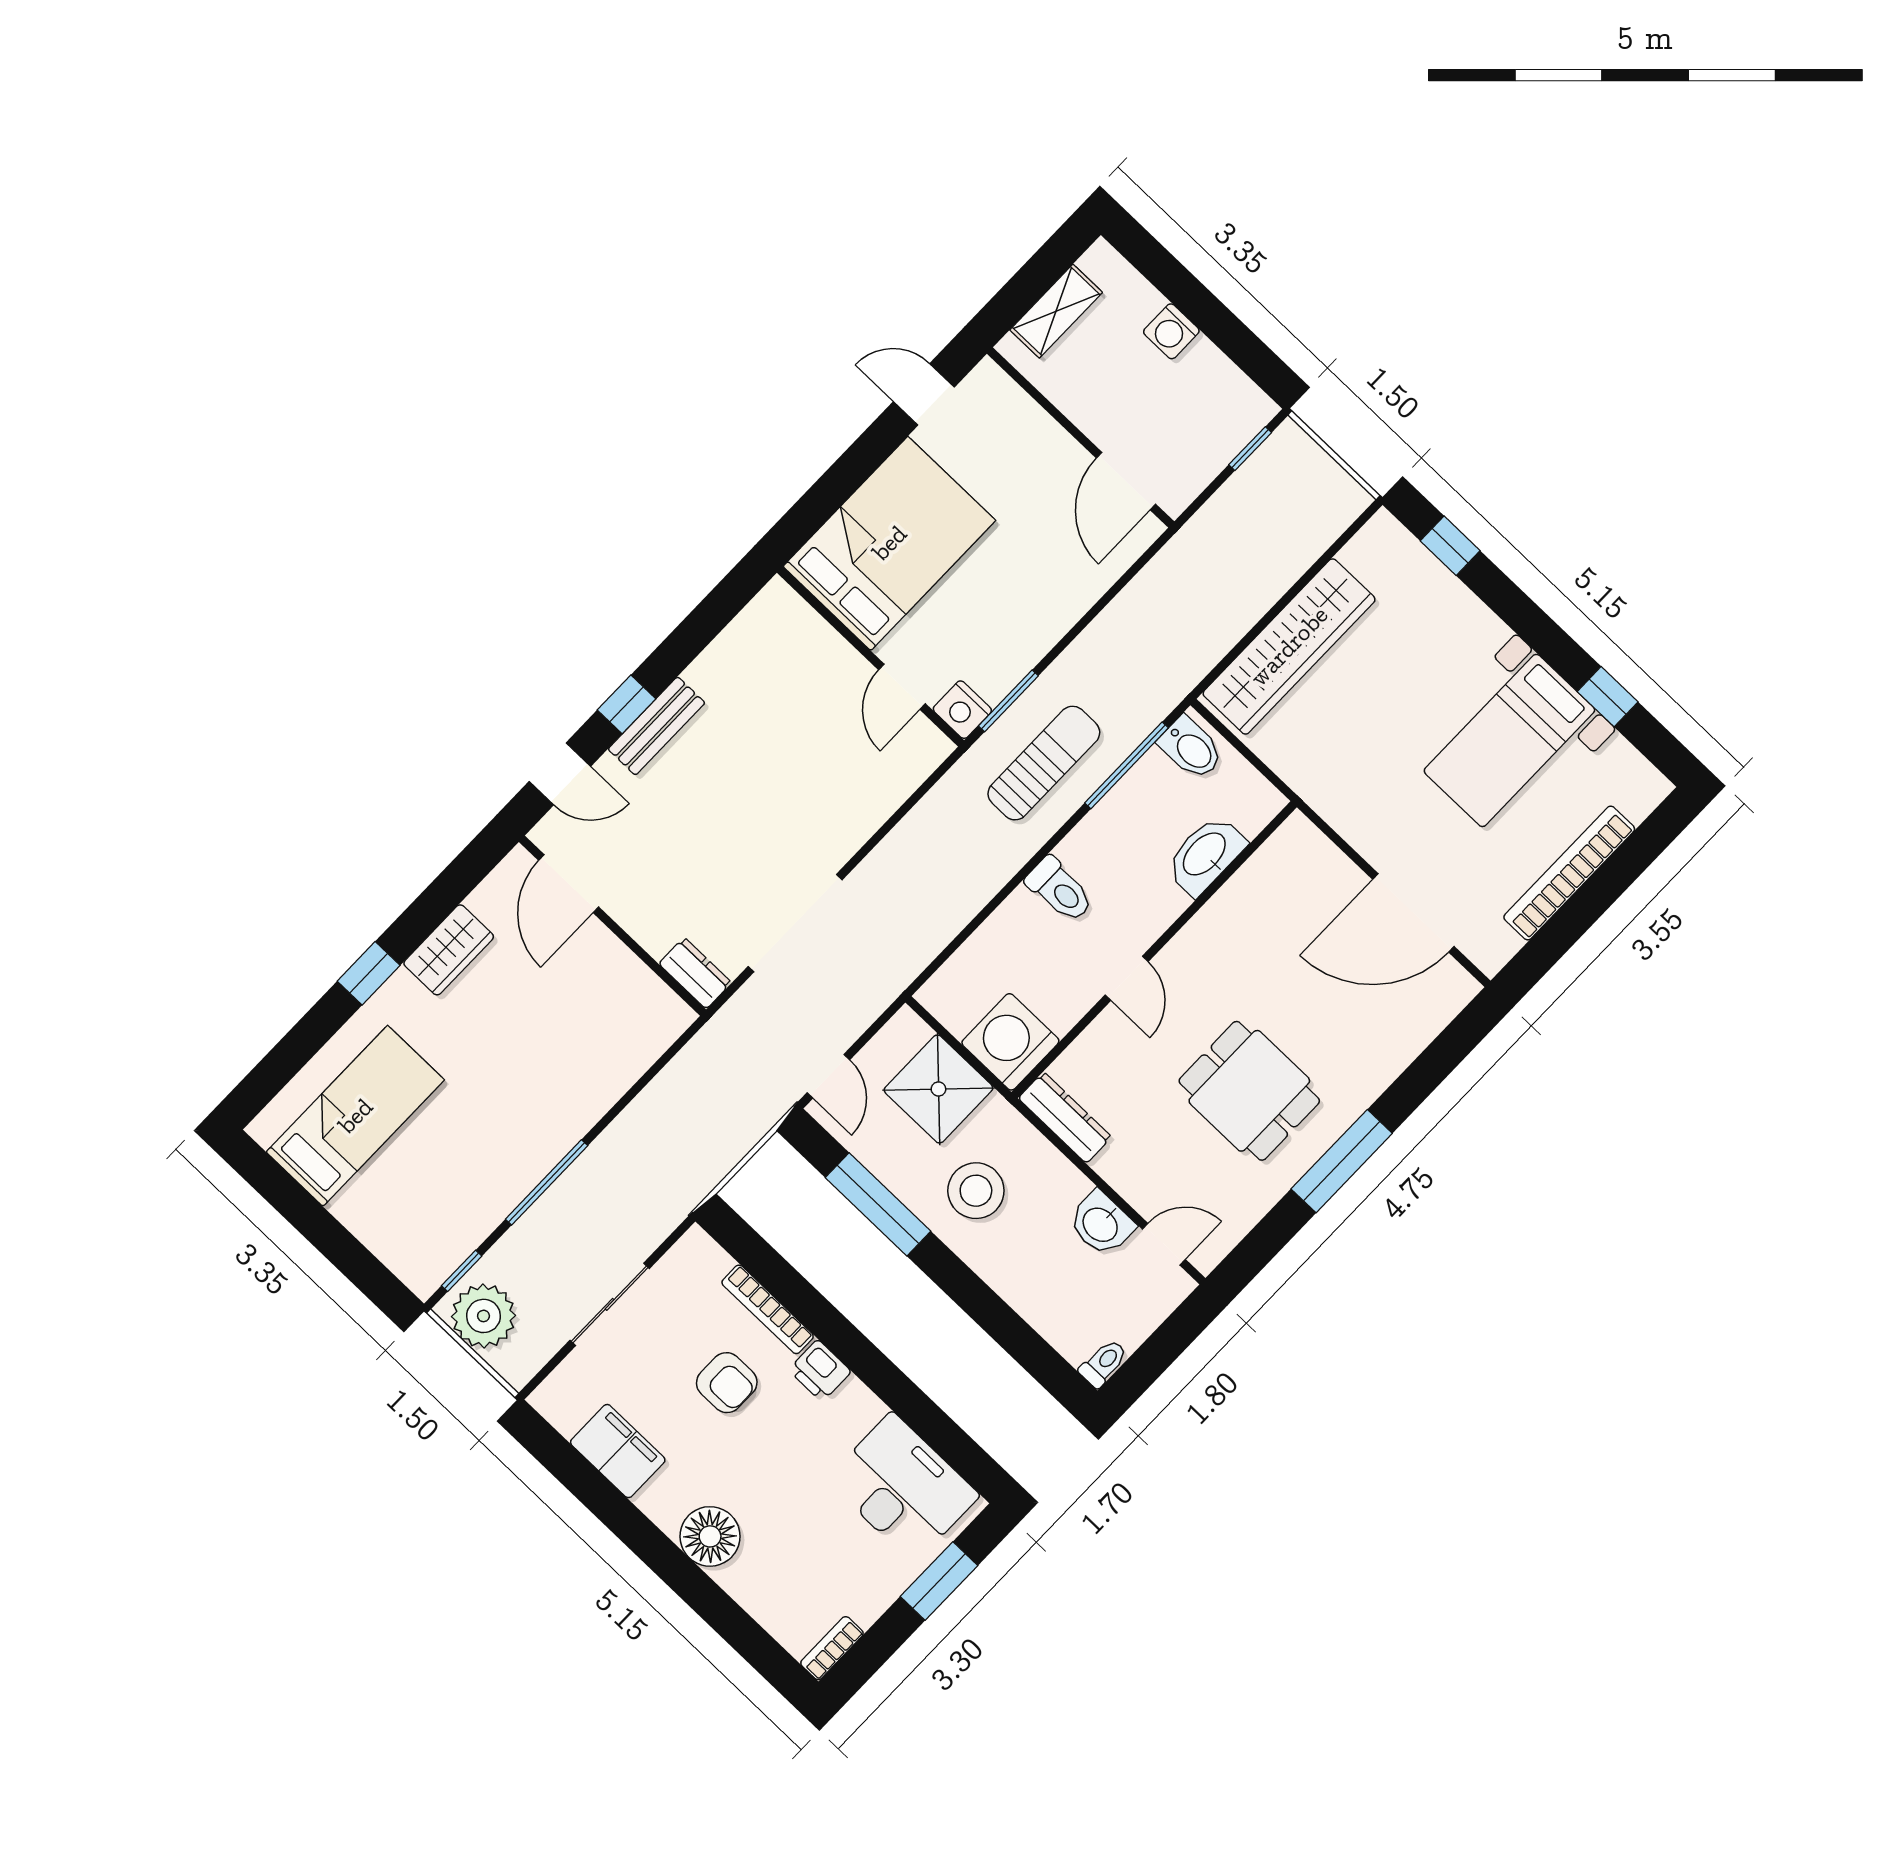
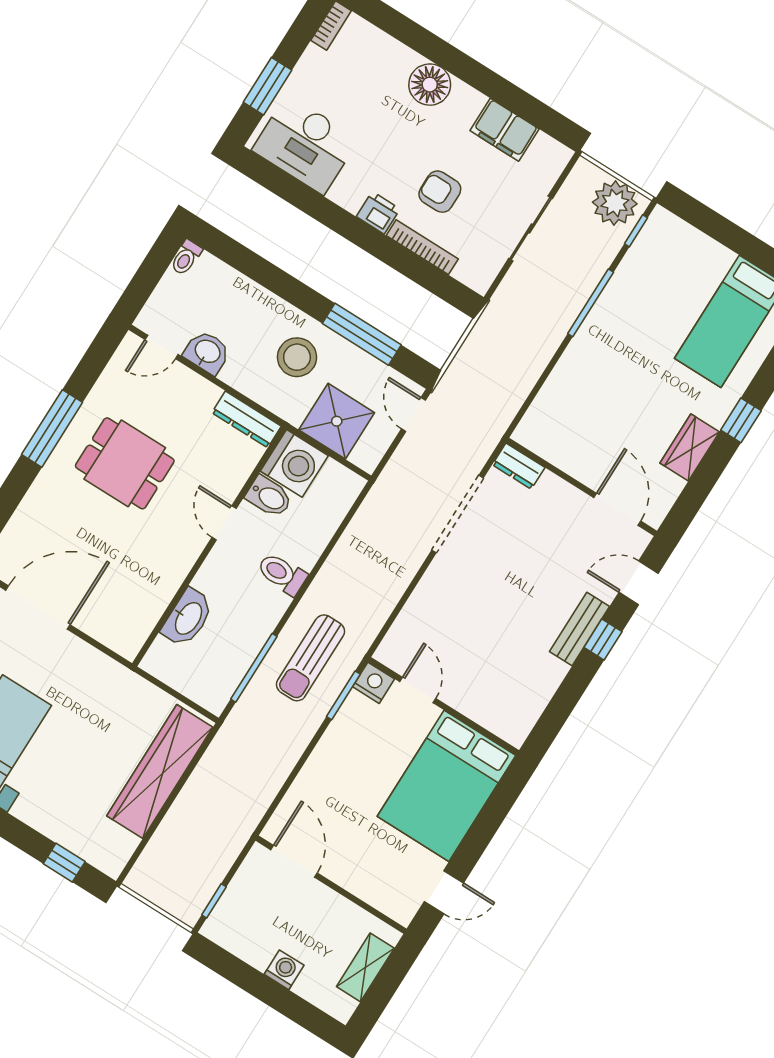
bidet: (1191, 748) -> (269, 497), moved, turned 180

